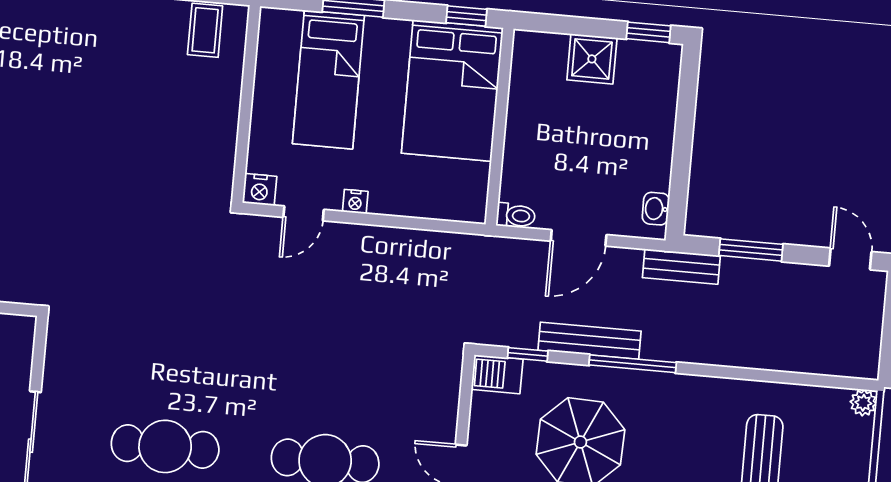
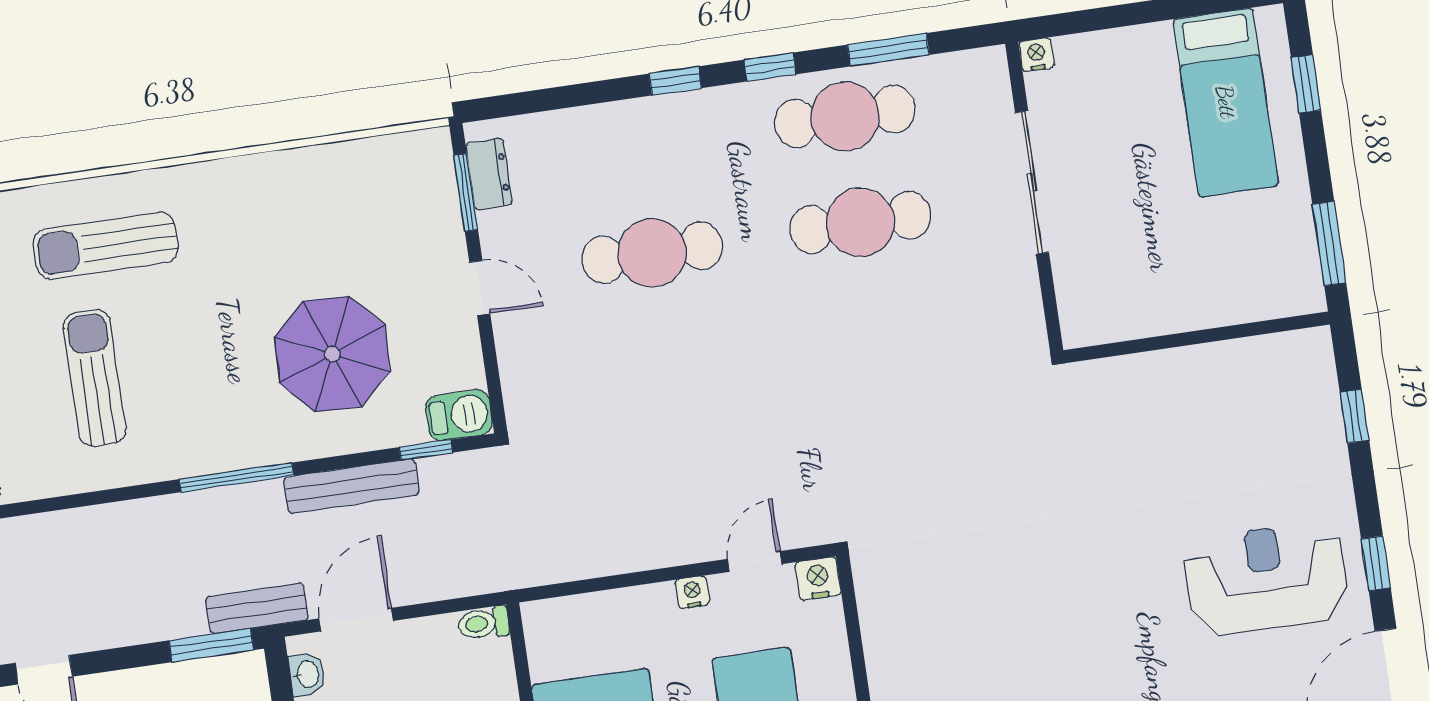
door: (579, 238) -> (356, 620), moved
window: (751, 250) -> (211, 645), moved
window: (633, 364) -> (237, 477), moved

